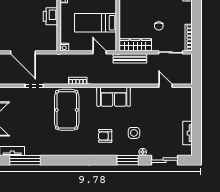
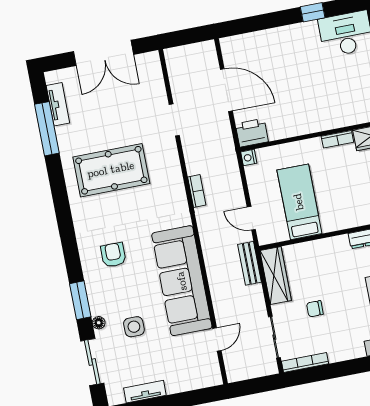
printer: (50, 16) -> (252, 133), moved
door: (23, 52) -> (226, 90), swing flipped
door: (100, 52) -> (251, 218), swing flipped
bench: (130, 58) -> (250, 263), width x0.73
sofa: (114, 97) -> (182, 281), width x1.85, depth x1.27
pool table: (67, 110) -> (111, 170), moved
side table: (134, 133) -> (134, 327), moved

